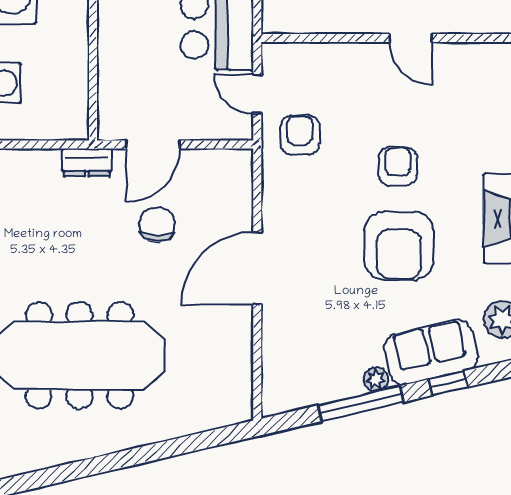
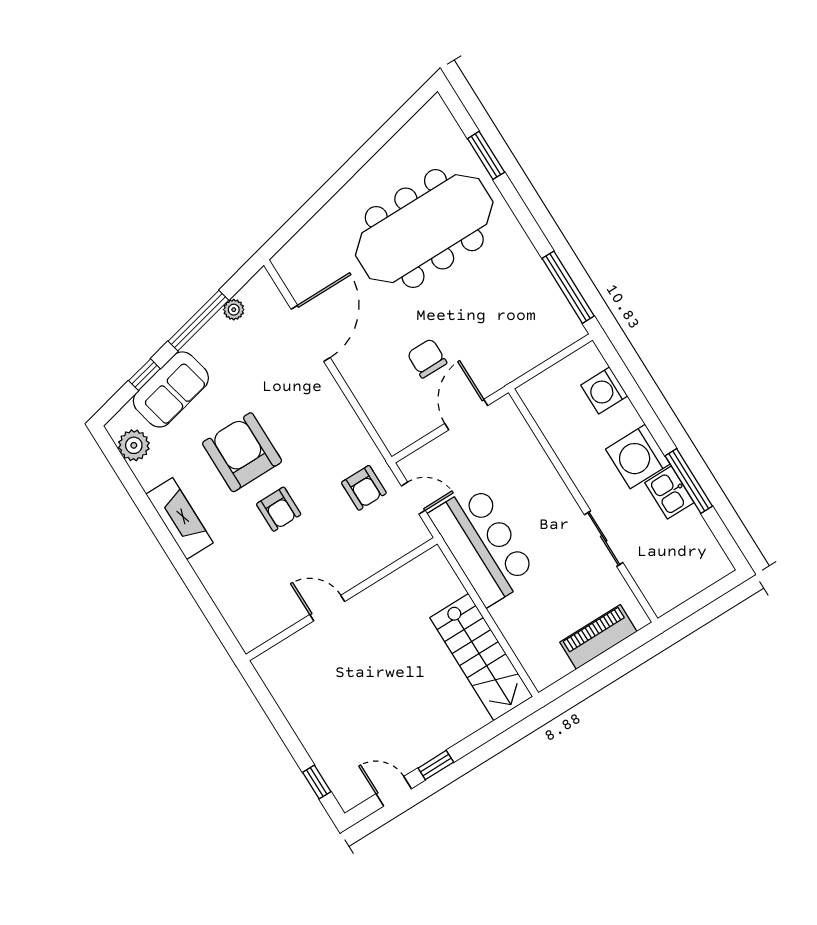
dresser: (87, 162) -> (506, 372), removed
chair: (157, 225) -> (427, 358), turned 180
door: (257, 268) -> (311, 333), moved
plant: (376, 379) -> (234, 310), moved

